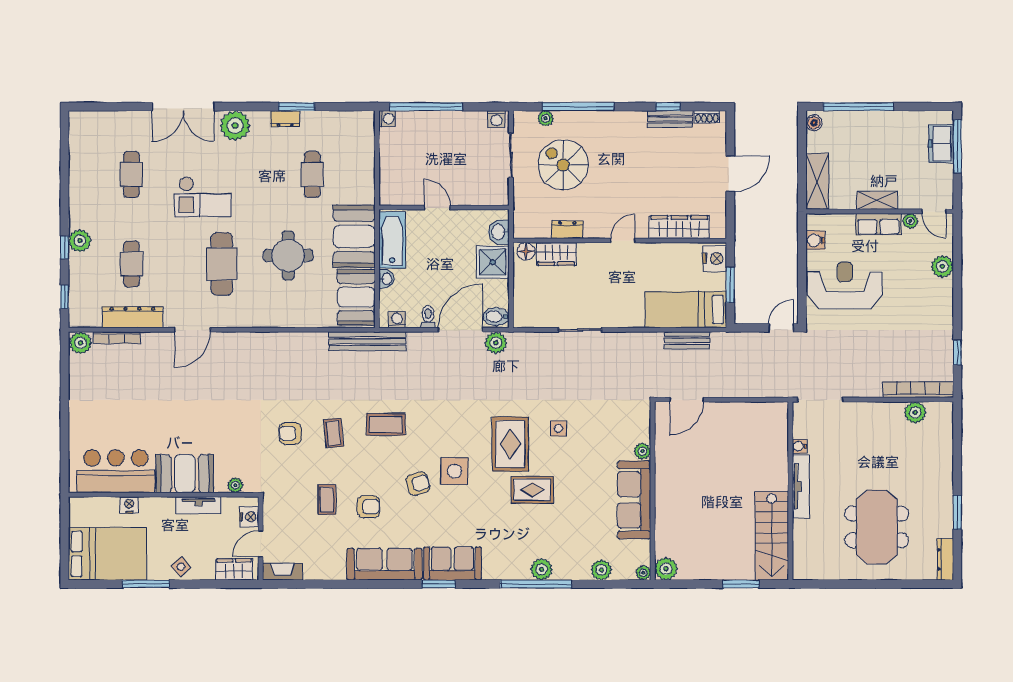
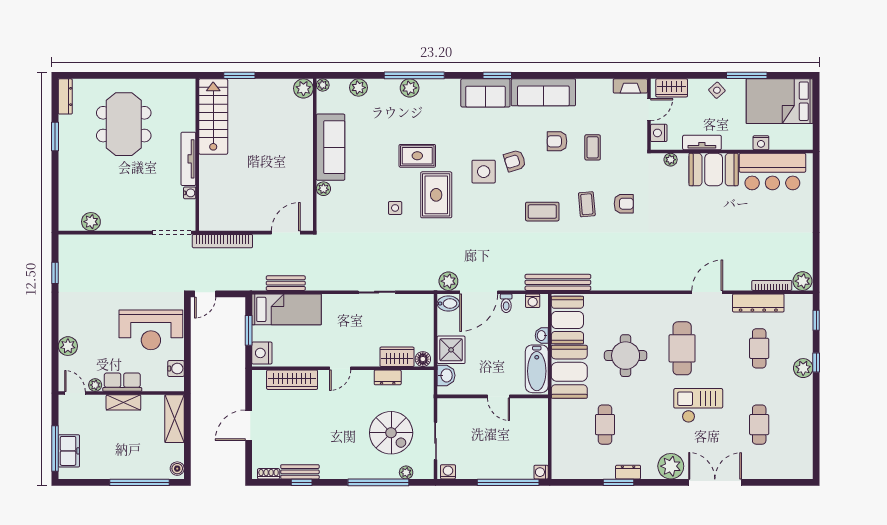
bookcase: (918, 390) -> (222, 241), moved

